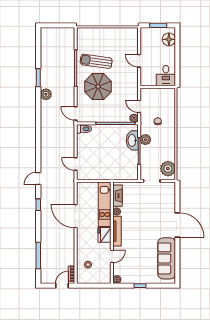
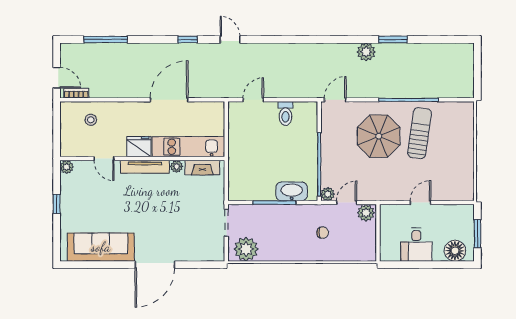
desk: (166, 76) -> (416, 245), moved, turned -90
toilet: (84, 129) -> (285, 113), moved
plant: (145, 140) -> (366, 213), moved

